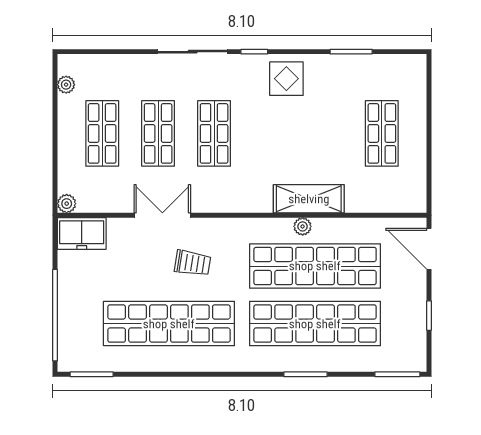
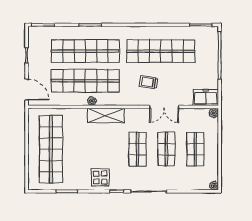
plant: (66, 85) -> (214, 186), moved
shop shelf: (382, 133) -> (51, 149), width x2.00, depth x1.36
shelving: (309, 199) -> (106, 115), moved

